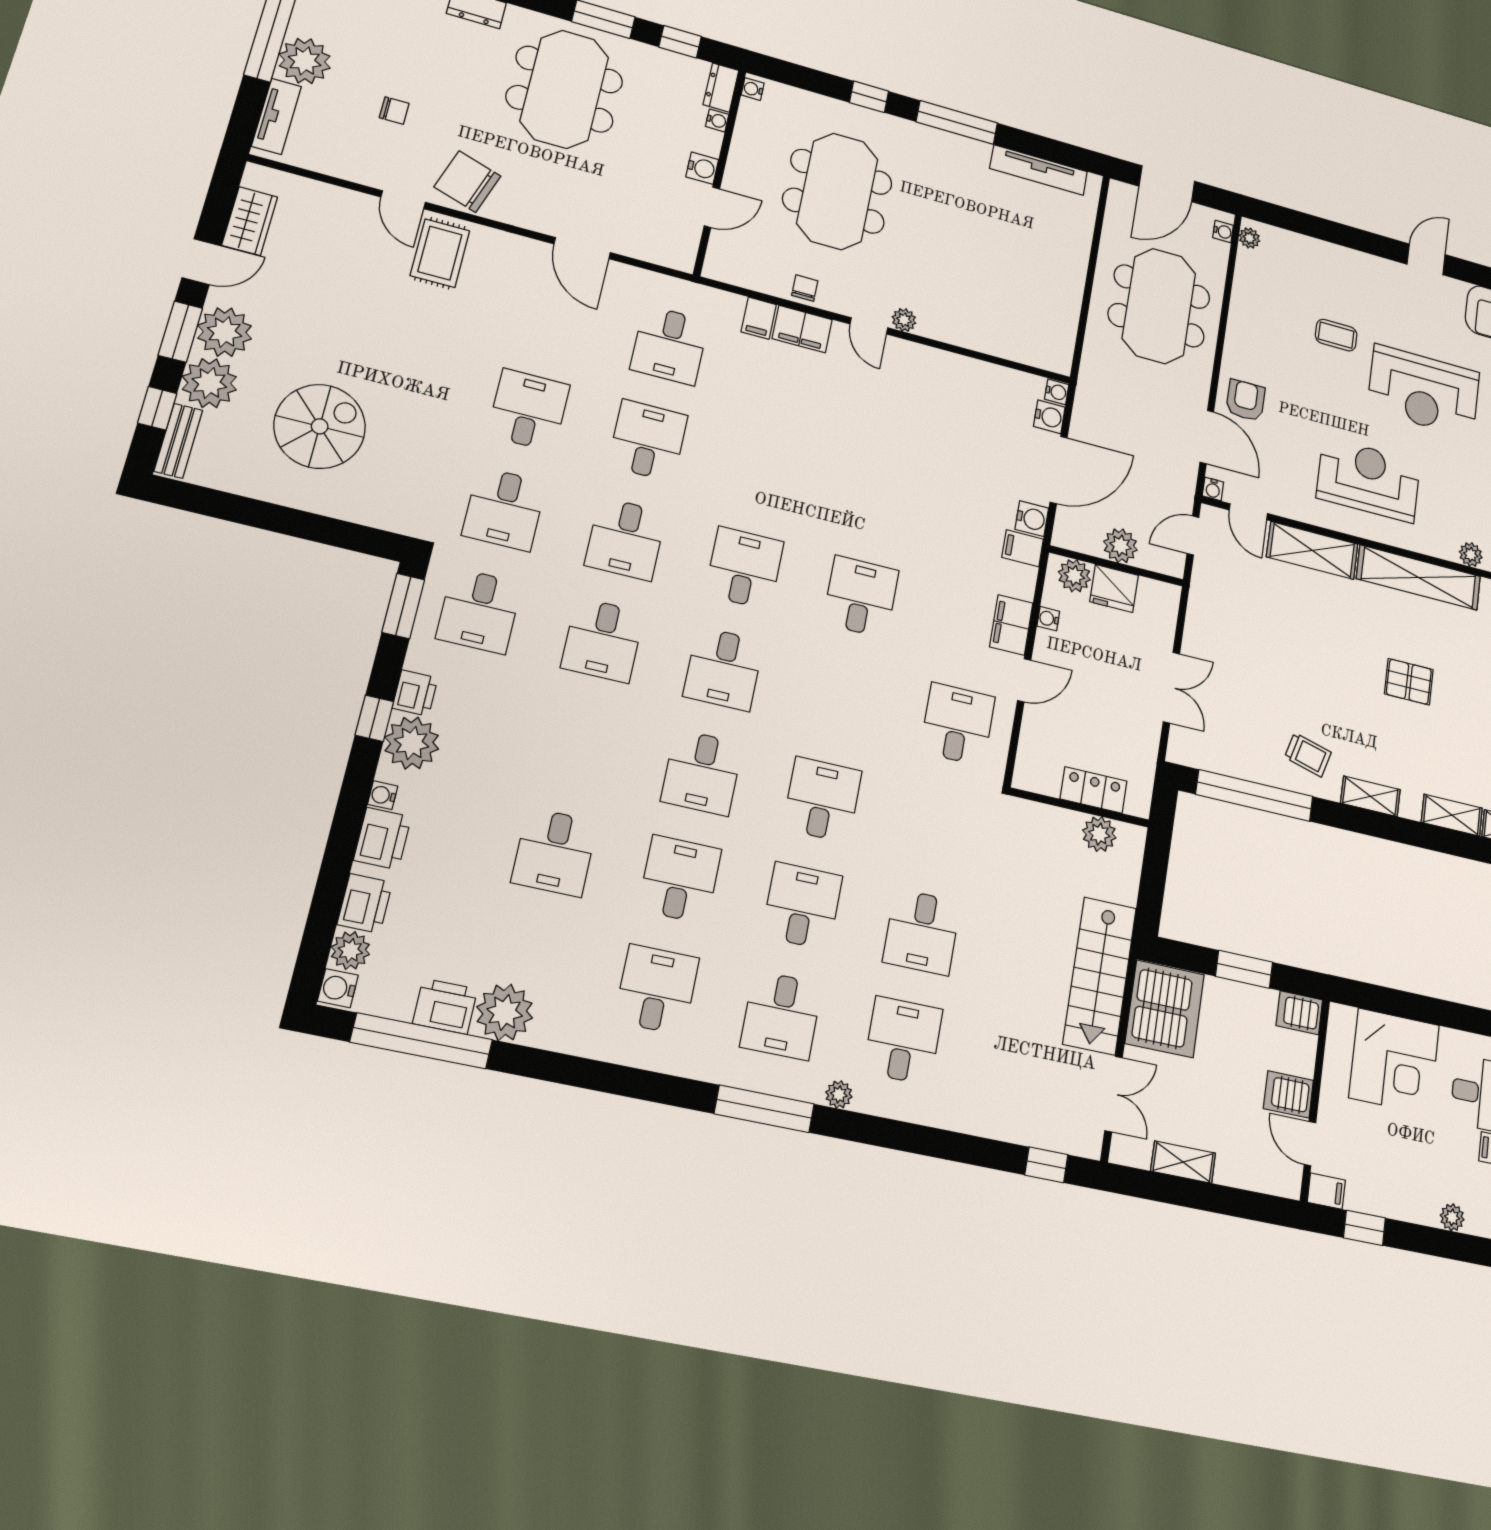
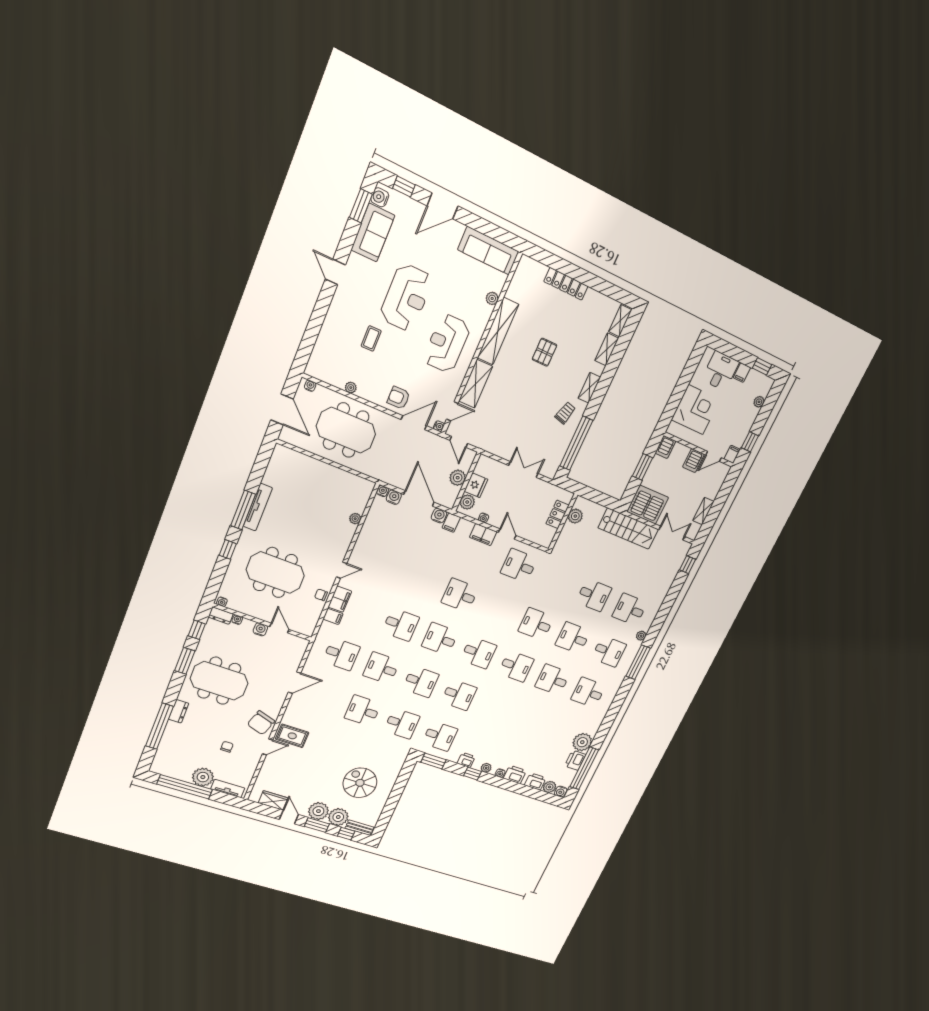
tv unit: (1039, 170) -> (258, 507), moved
plant: (1249, 238) -> (351, 388), moved
plant: (904, 320) -> (355, 519), moved
plant: (412, 743) -> (486, 768), width x0.53, depth x0.53
desk: (555, 852) -> (401, 625), moved

